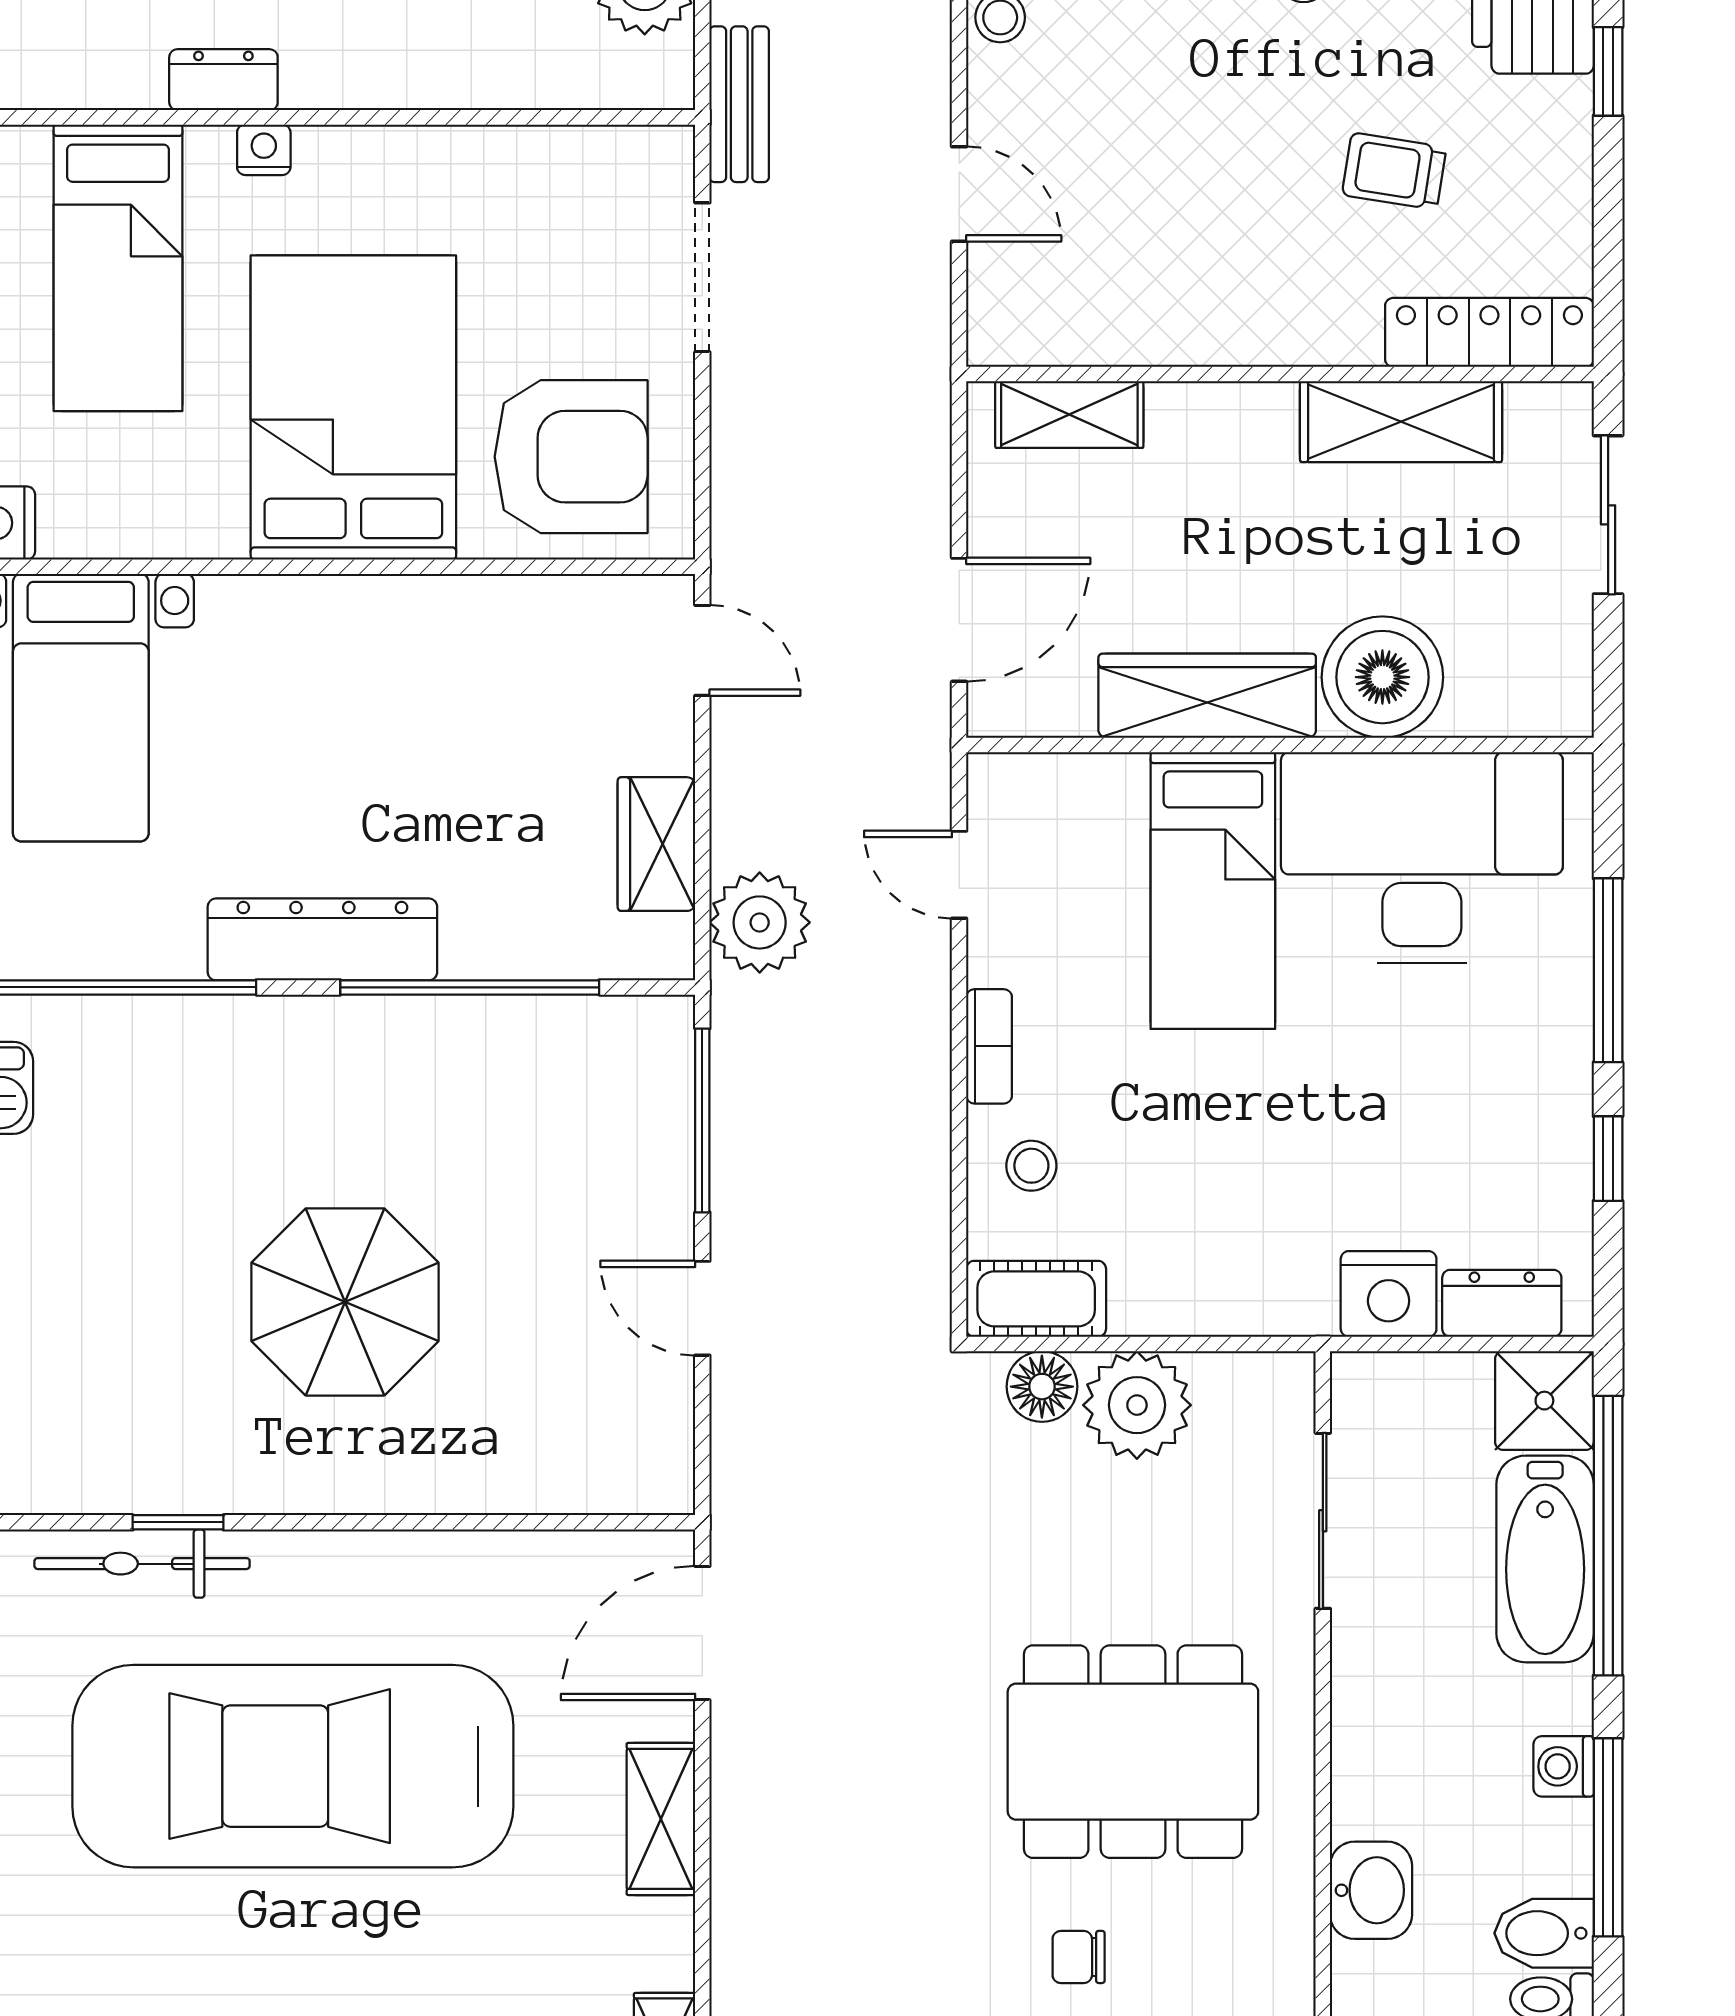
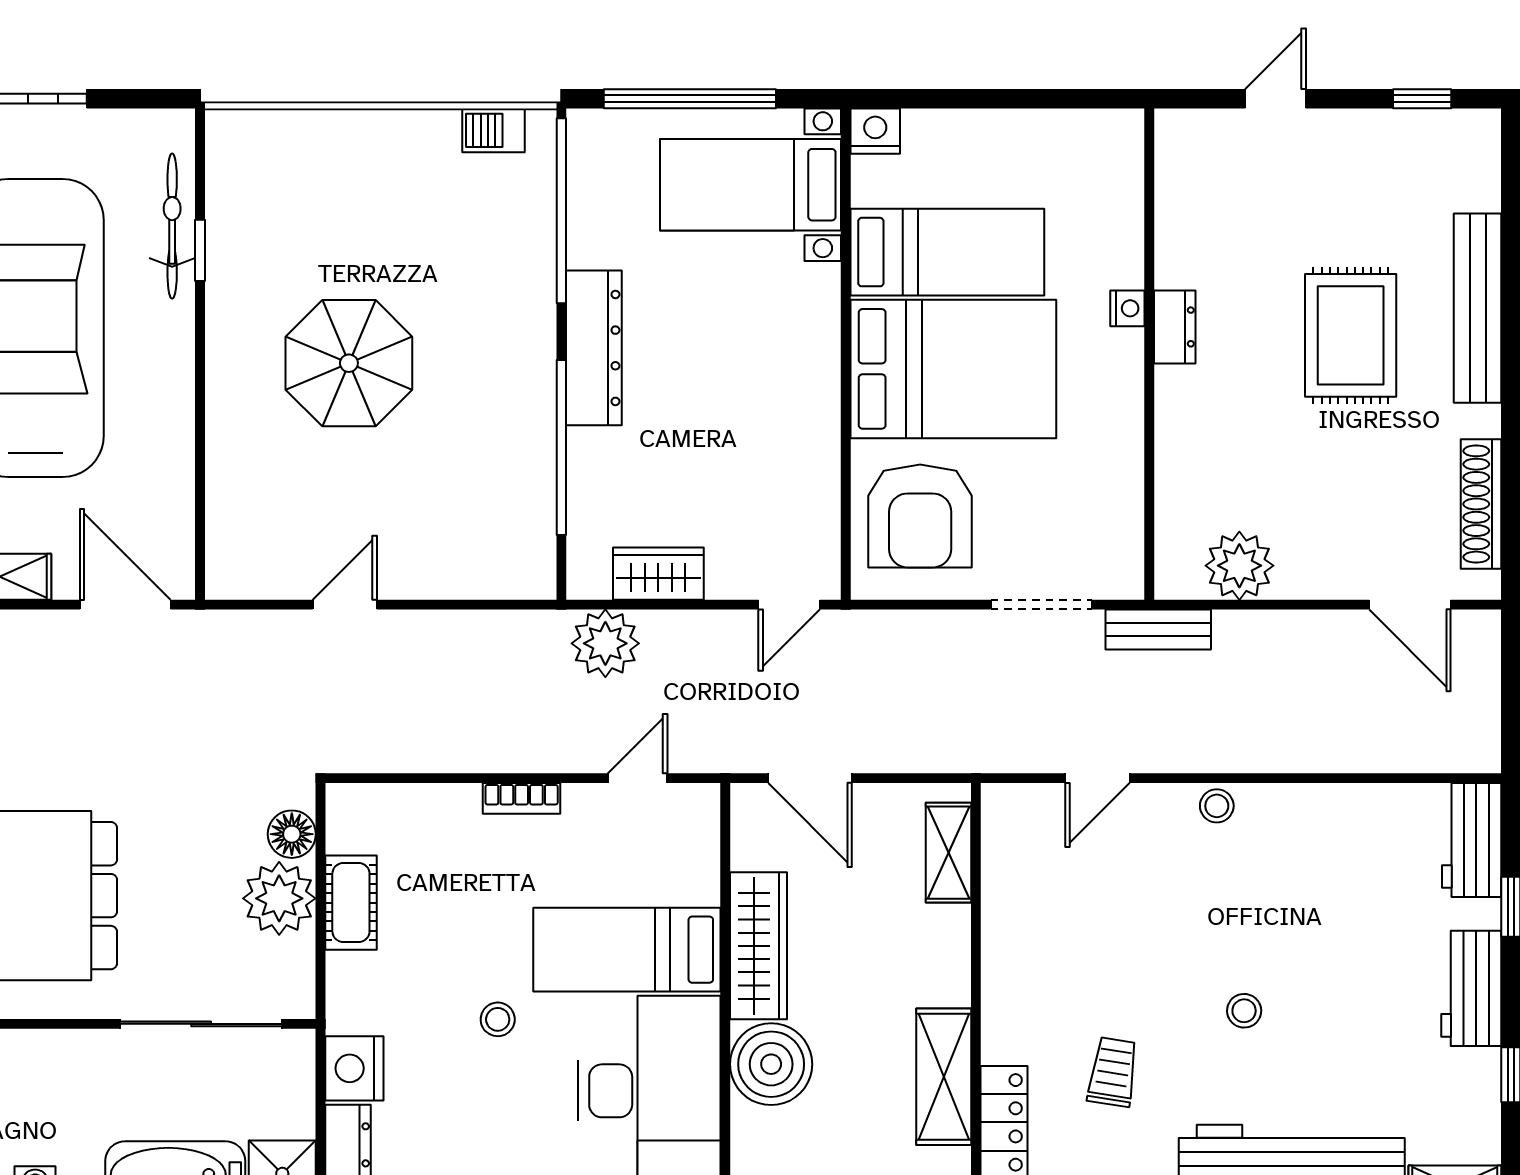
dresser: (223, 80) -> (1175, 327), moved
bed: (118, 268) -> (947, 252), moved, turned 180
window: (702, 1120) -> (472, 605), removed
stool: (1031, 1166) -> (498, 1019), moved
cot: (1036, 1299) -> (351, 903), moved
sliding door: (1323, 1521) -> (201, 1024), width x1.37

